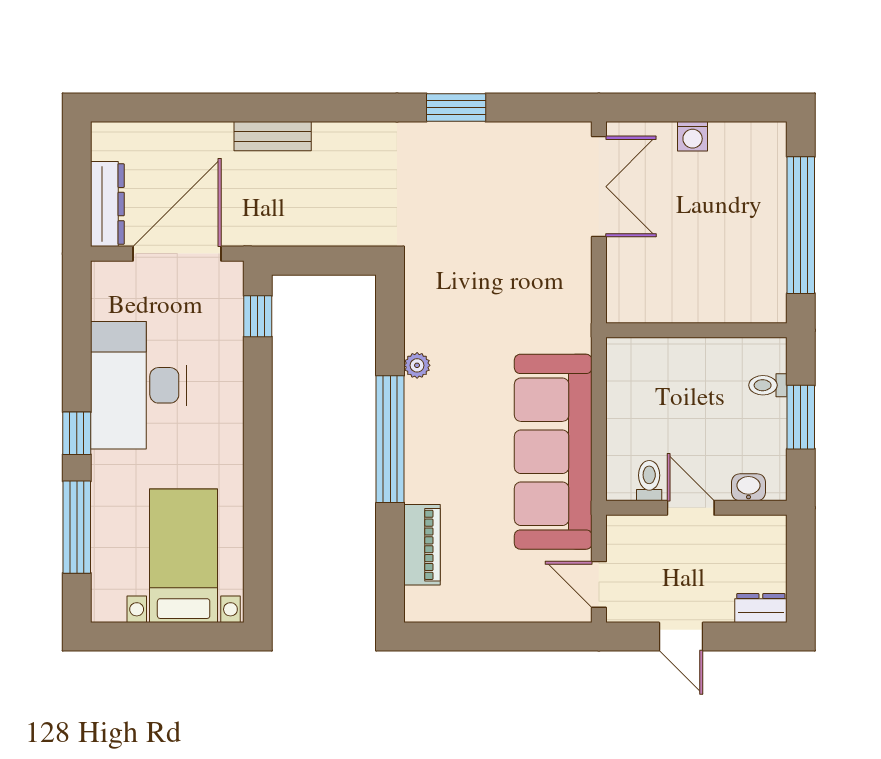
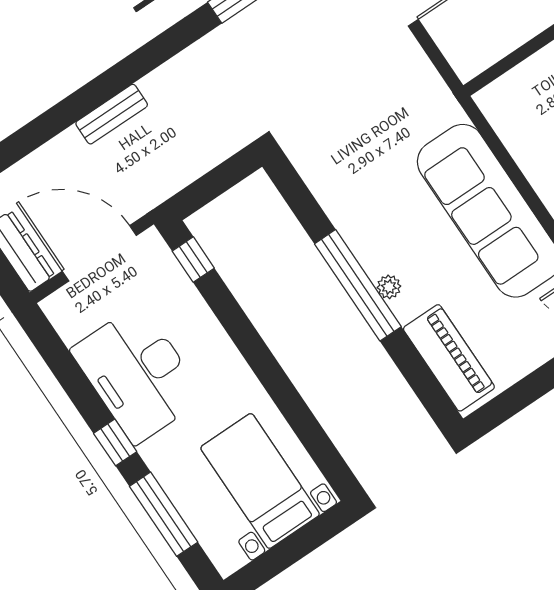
door: (177, 254) -> (99, 253), hinge flipped
plant: (417, 365) -> (389, 287), moved
piano: (422, 545) -> (449, 358), width x1.37, depth x1.33

